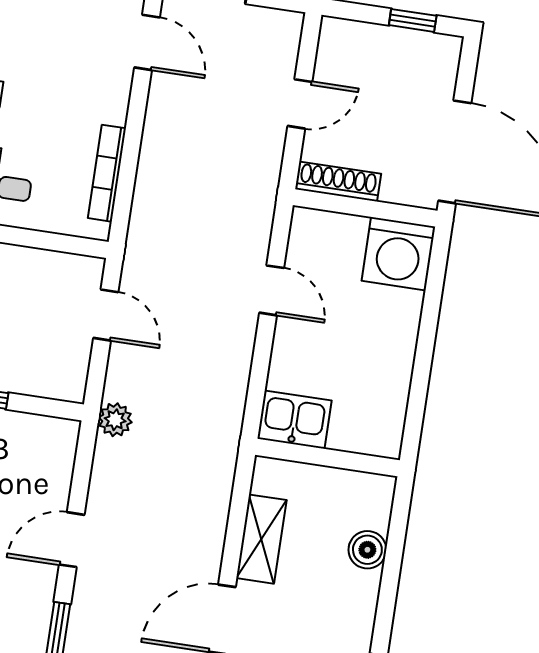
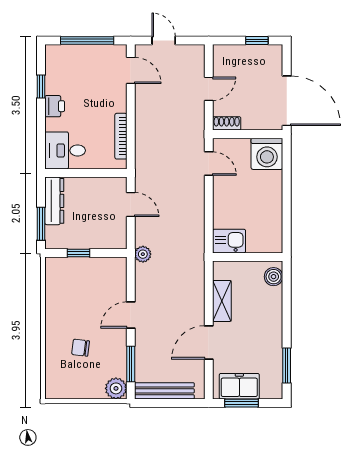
shoe rack: (338, 181) -> (227, 123), width x0.70
door: (272, 290) -> (209, 164), moved
boiler: (367, 550) -> (274, 277), moved

